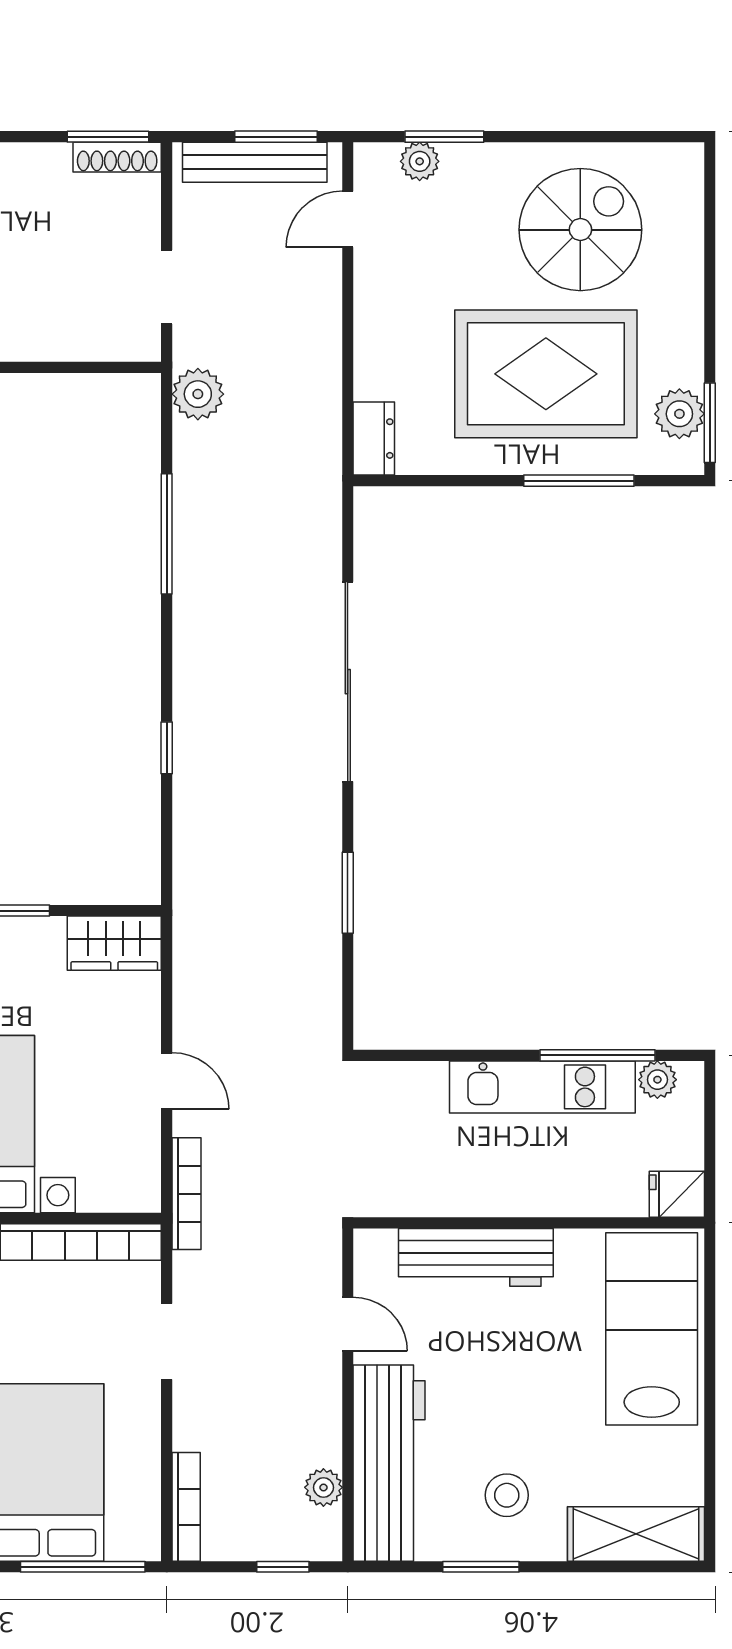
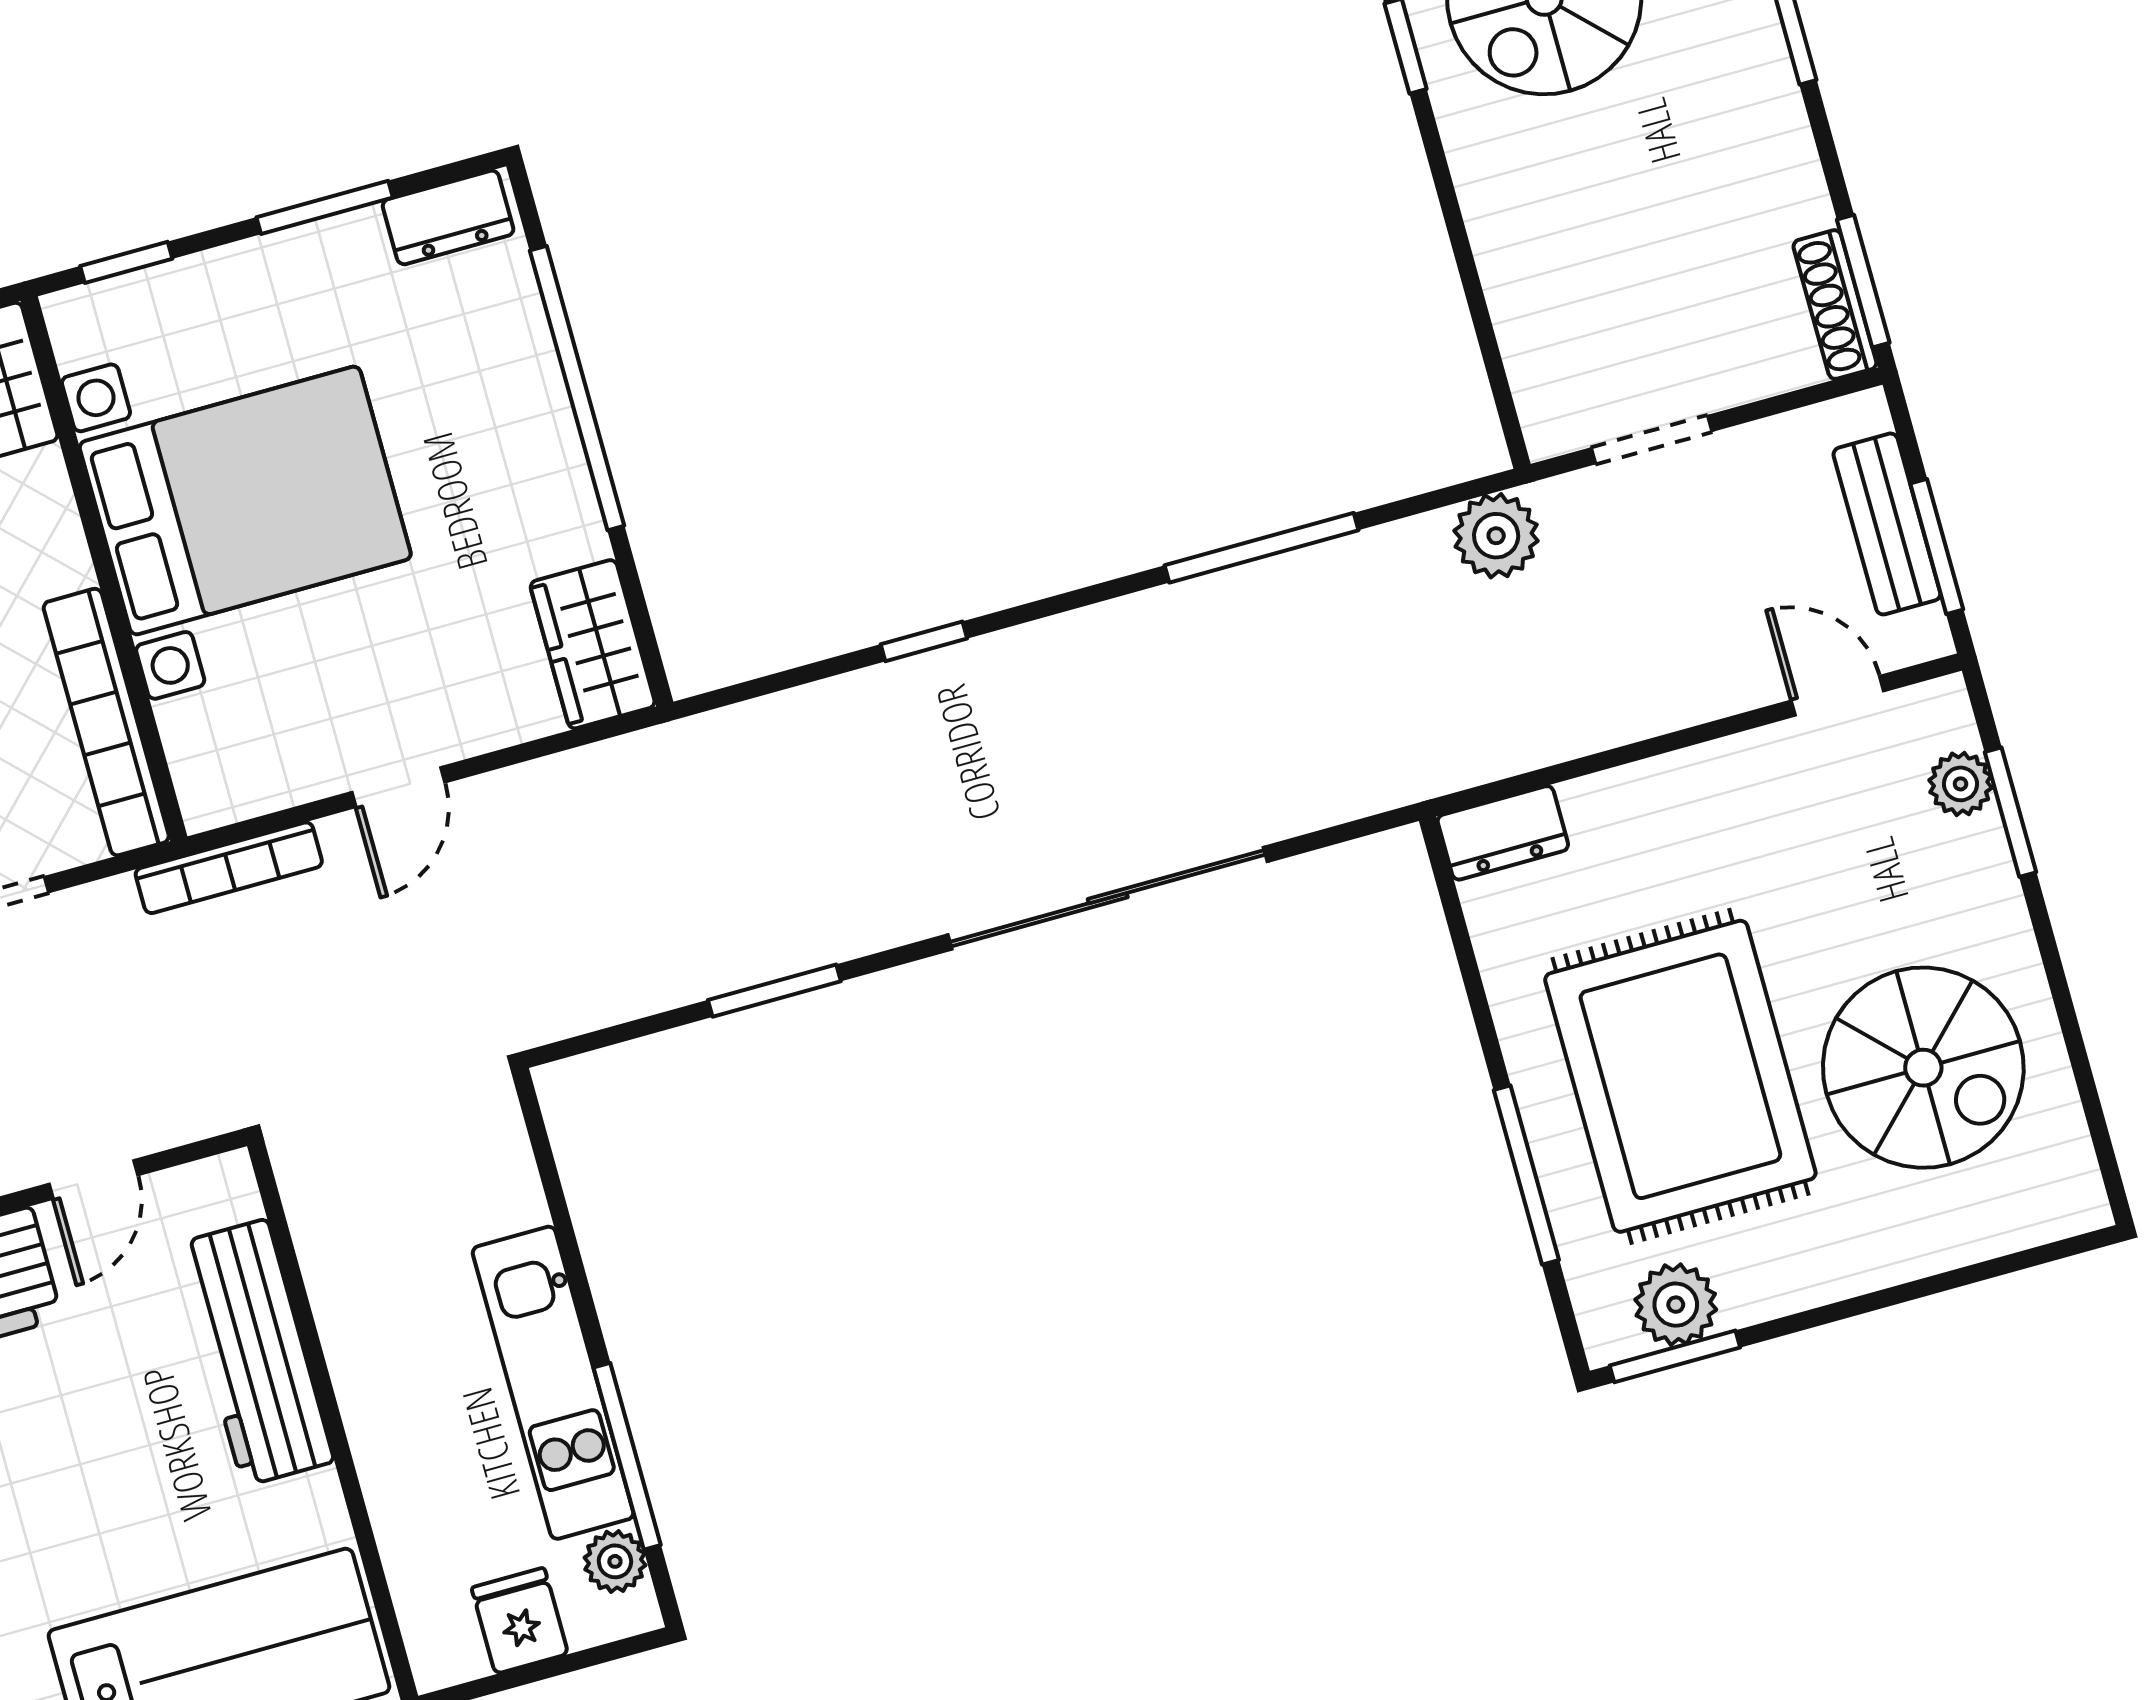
bench: (255, 162) -> (1887, 524), width x0.73
fridge: (677, 1194) -> (520, 1621), moved

